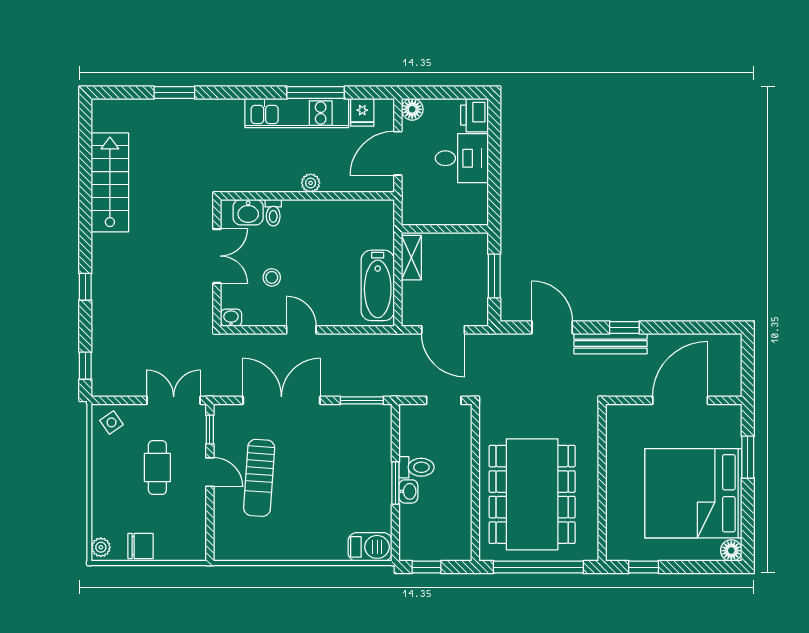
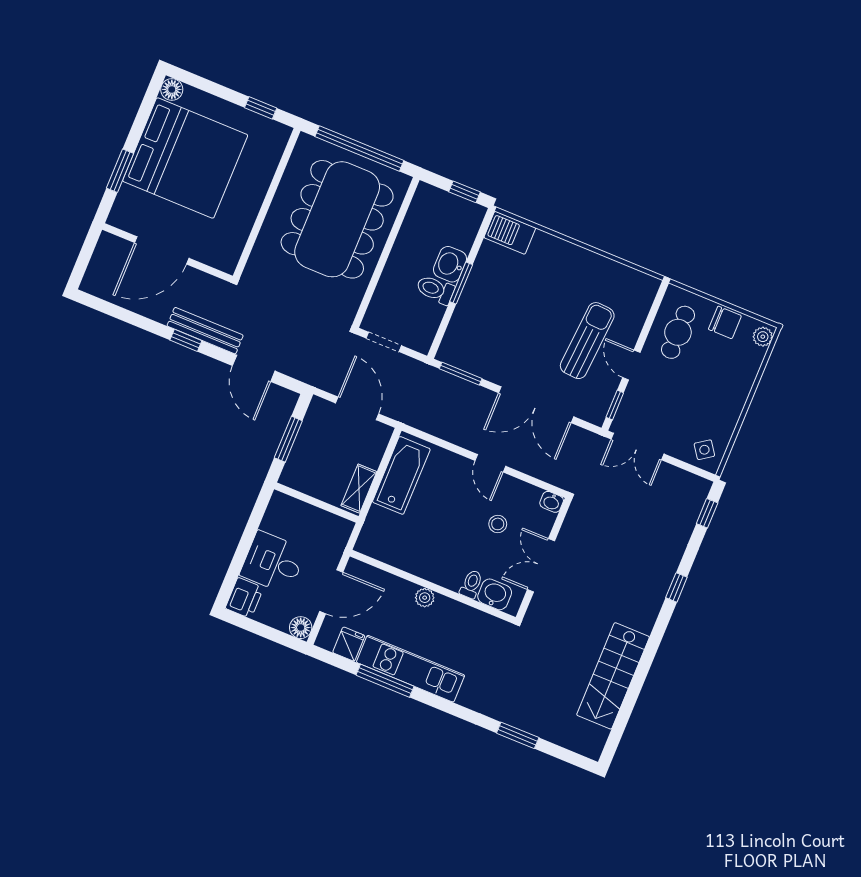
cafe table: (157, 468) -> (678, 332), moved
washbasin: (408, 491) -> (450, 264), width x1.38, depth x1.45
chair: (141, 546) -> (725, 322), turned 180

